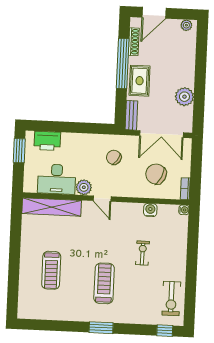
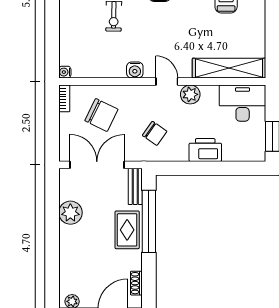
shoe rack: (134, 42) -> (136, 283), width x0.70
window: (123, 63) -> (149, 221), moved
printer: (47, 141) -> (205, 150), moved
desk: (57, 179) -> (243, 103), moved
water cooler: (150, 210) -> (135, 70), moved

